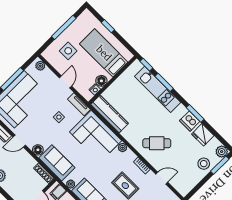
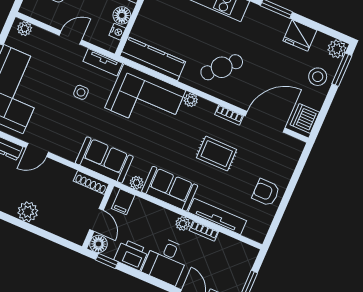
door: (66, 82) -> (70, 38), hinge flipped
dishwasher: (190, 121) -> (305, 119), moved, turned 90
cafe table: (157, 143) -> (222, 67), moved
floor lamp: (38, 150) -> (69, 152), removed
door: (162, 178) -> (265, 122), width x1.87

